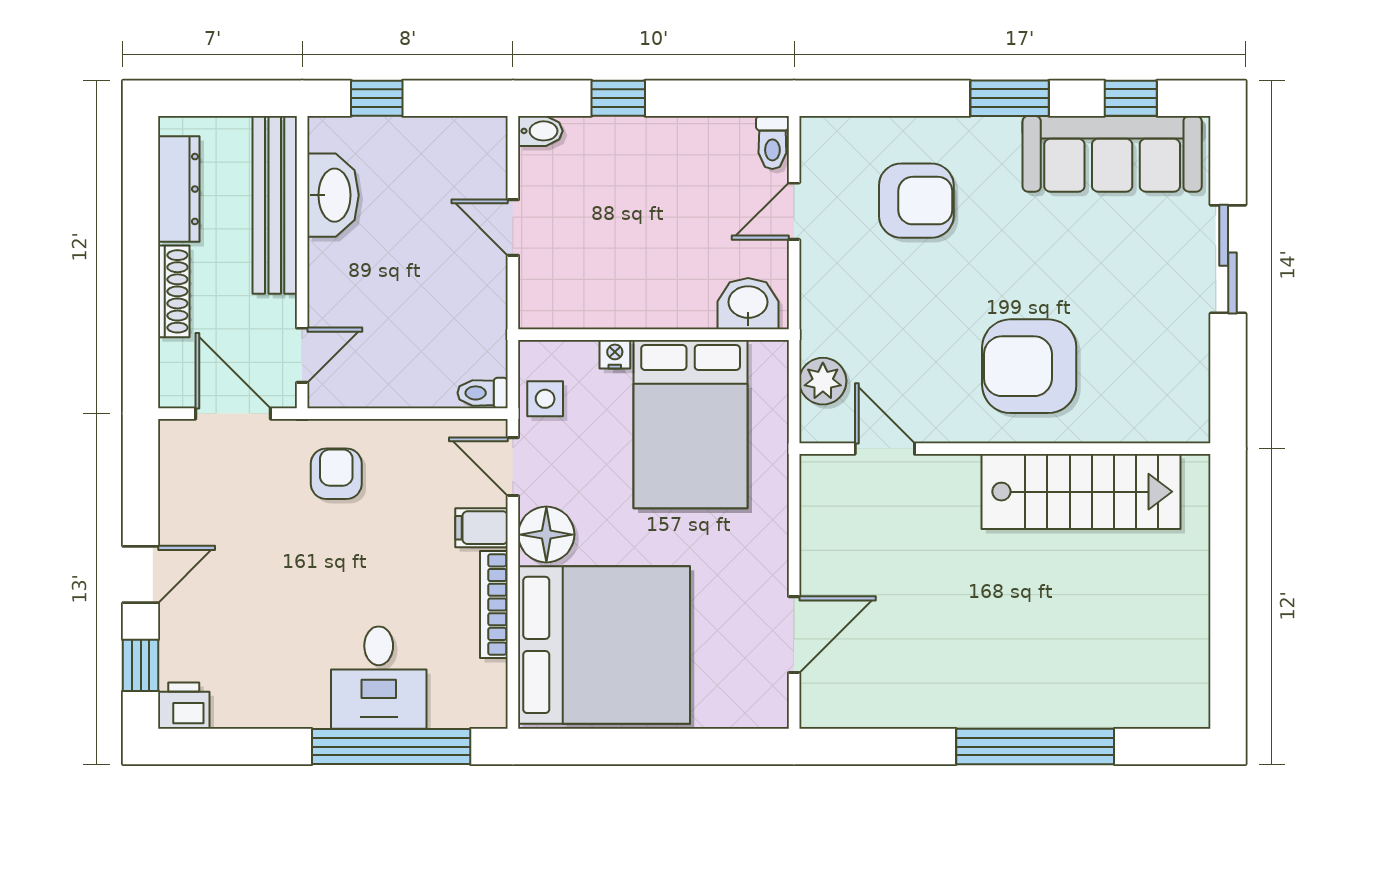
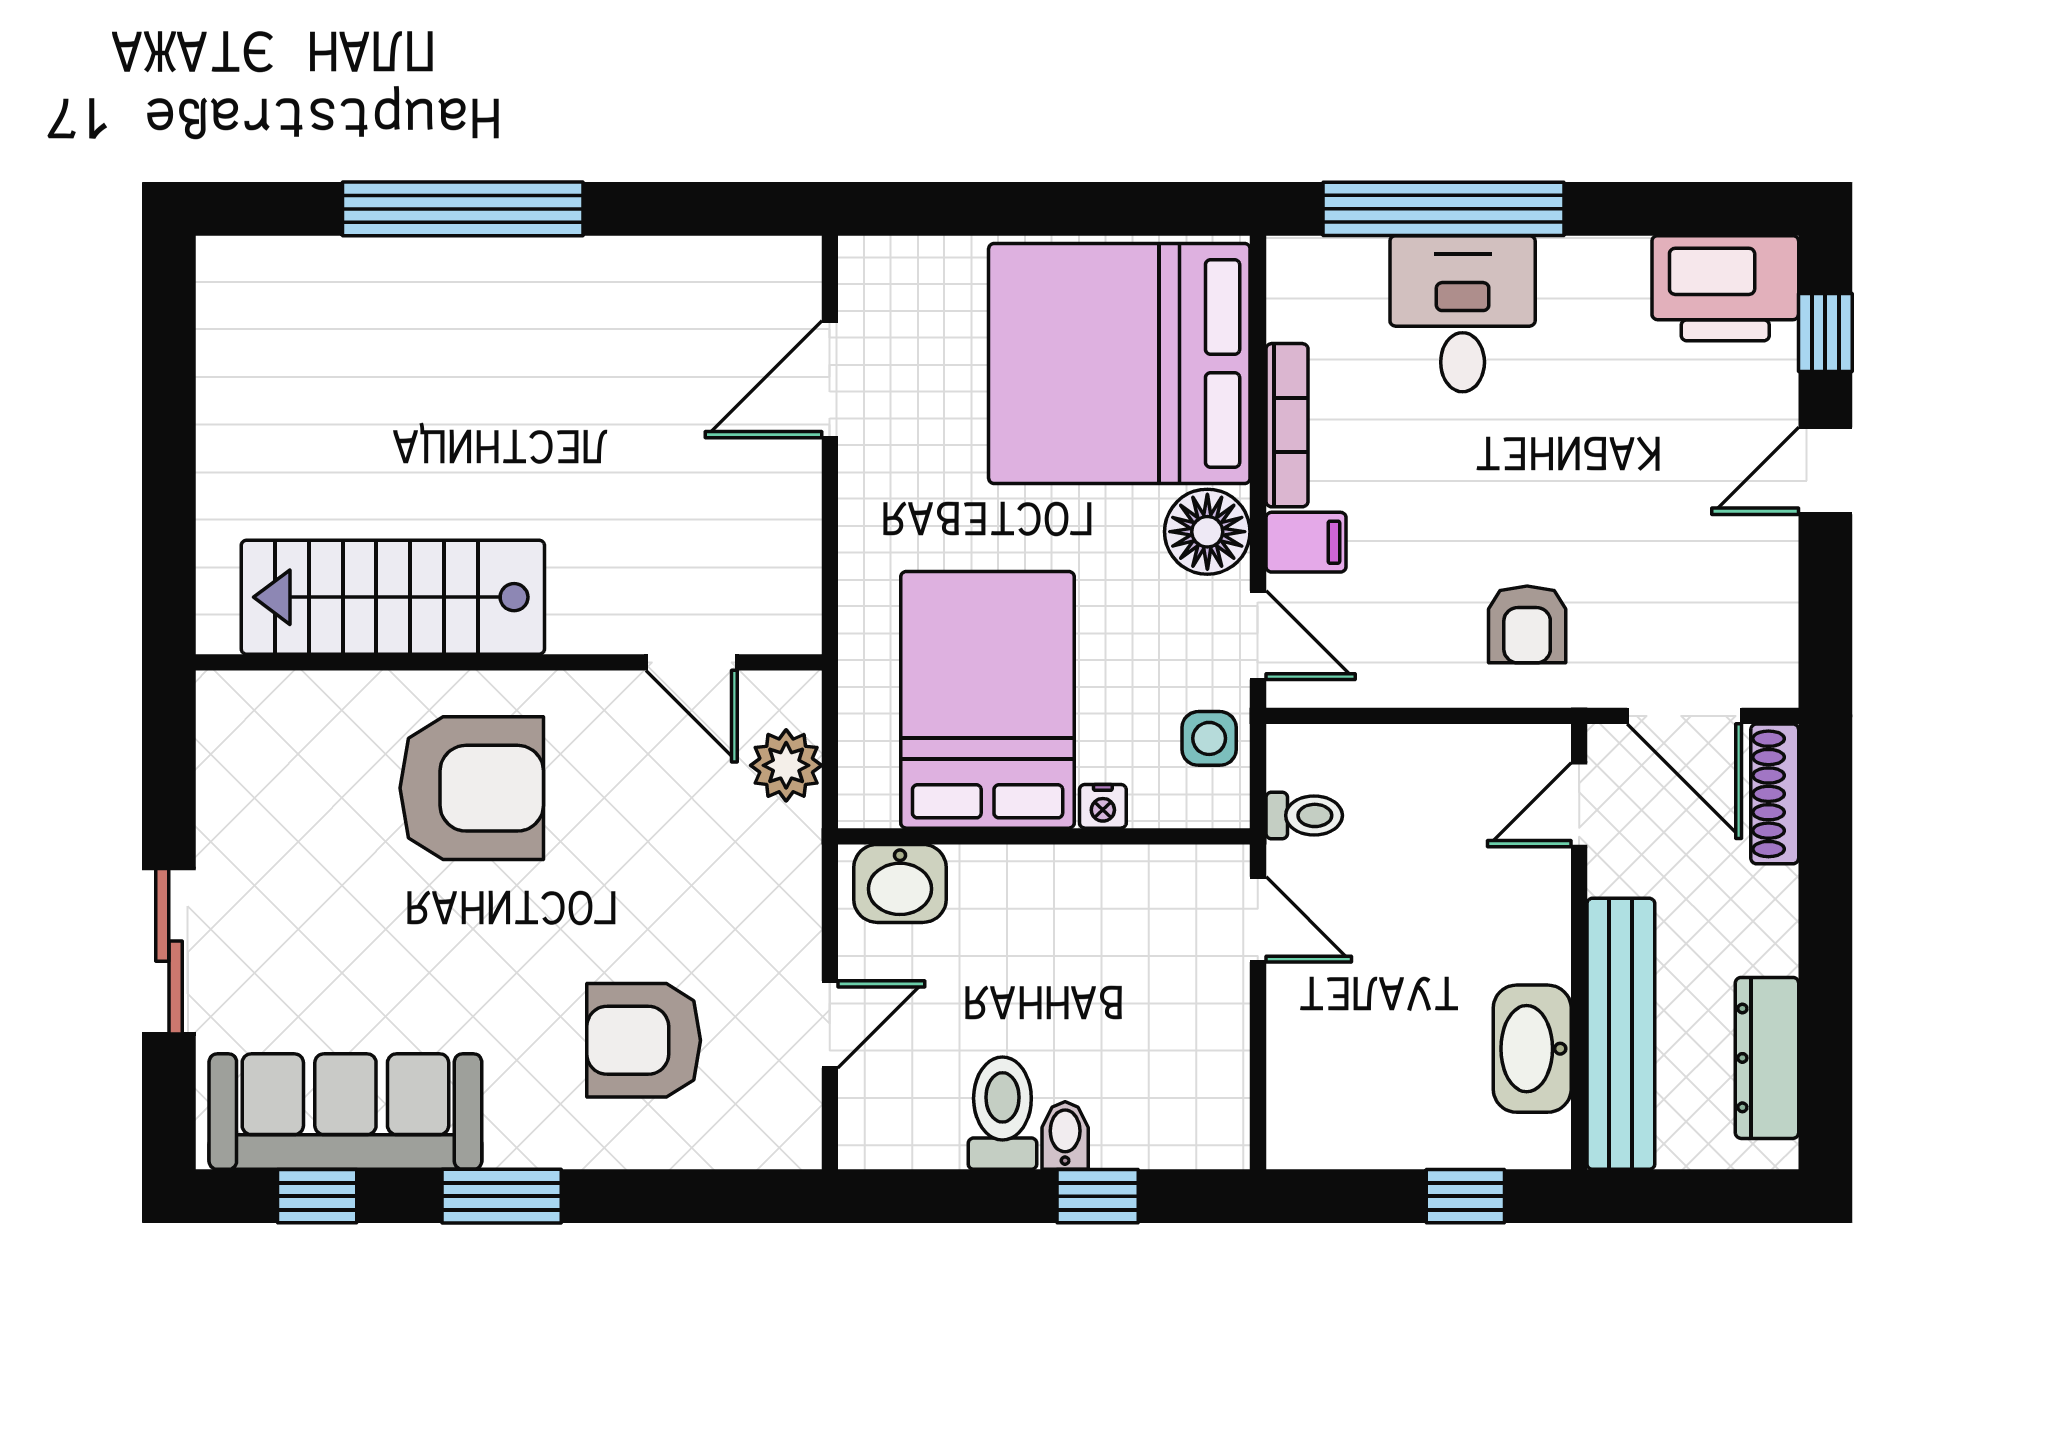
bidet: (540, 131) -> (1065, 1136), moved, turned 90
toilet: (772, 142) -> (1002, 1113), moved, width x1.37, depth x1.39
door: (513, 227) -> (1258, 919), moved
shoe rack: (174, 291) -> (1775, 794), moved
toilet: (483, 393) -> (1304, 815), moved
printer: (184, 706) -> (1725, 288), width x1.87, depth x1.48

